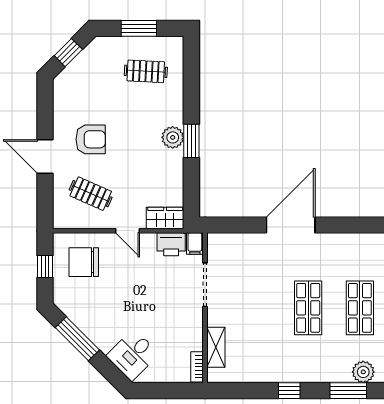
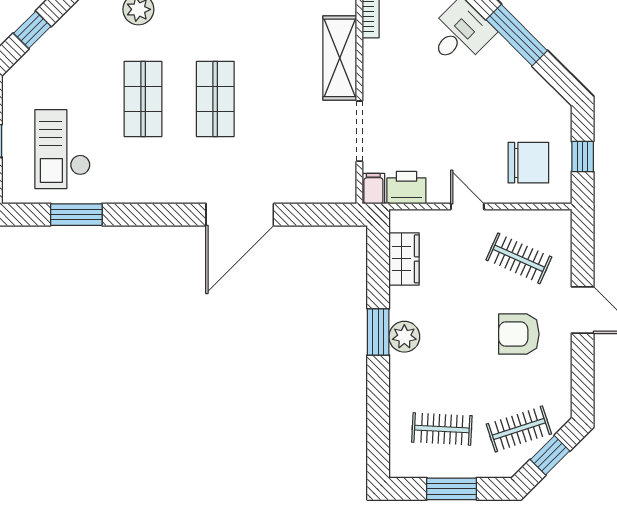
clothes rail: (91, 71) -> (519, 429), added
wardrobe: (165, 218) -> (404, 259), moved, turned -90
window: (77, 339) -> (517, 35), moved
shelving: (216, 347) -> (340, 58), width x1.50, depth x1.33

